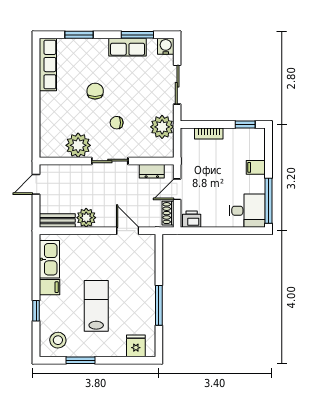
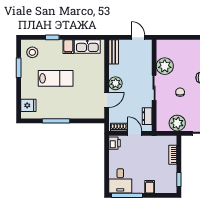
plant: (86, 218) -> (116, 83), moved

